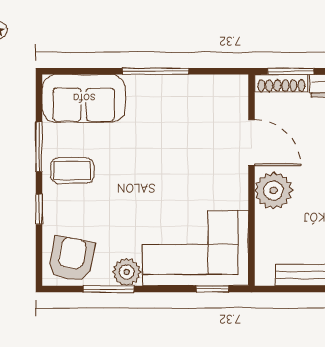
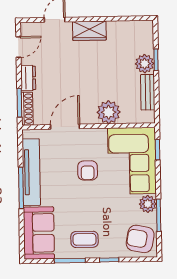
tv unit: (180, 88) -> (31, 172), added
coffee table: (72, 171) -> (84, 239), turned 90
armchair: (182, 177) -> (88, 170), added
plant: (273, 190) -> (109, 112), moved

